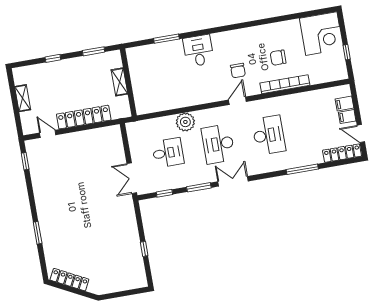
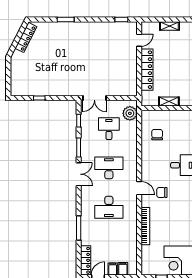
chair: (278, 58) -> (157, 135), moved
plant: (185, 122) -> (130, 113), moved
desk: (168, 153) -> (109, 129), turned 180
double door: (132, 178) -> (94, 98), swing flipped

